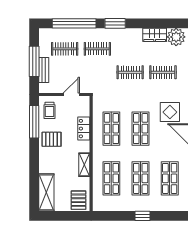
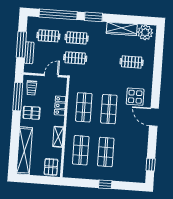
wardrobe: (155, 35) -> (122, 29), width x1.50
clothes rail: (130, 72) -> (75, 58), moved
shop shelf: (170, 178) -> (131, 154), removed
shelving: (46, 192) -> (24, 151), width x1.47

